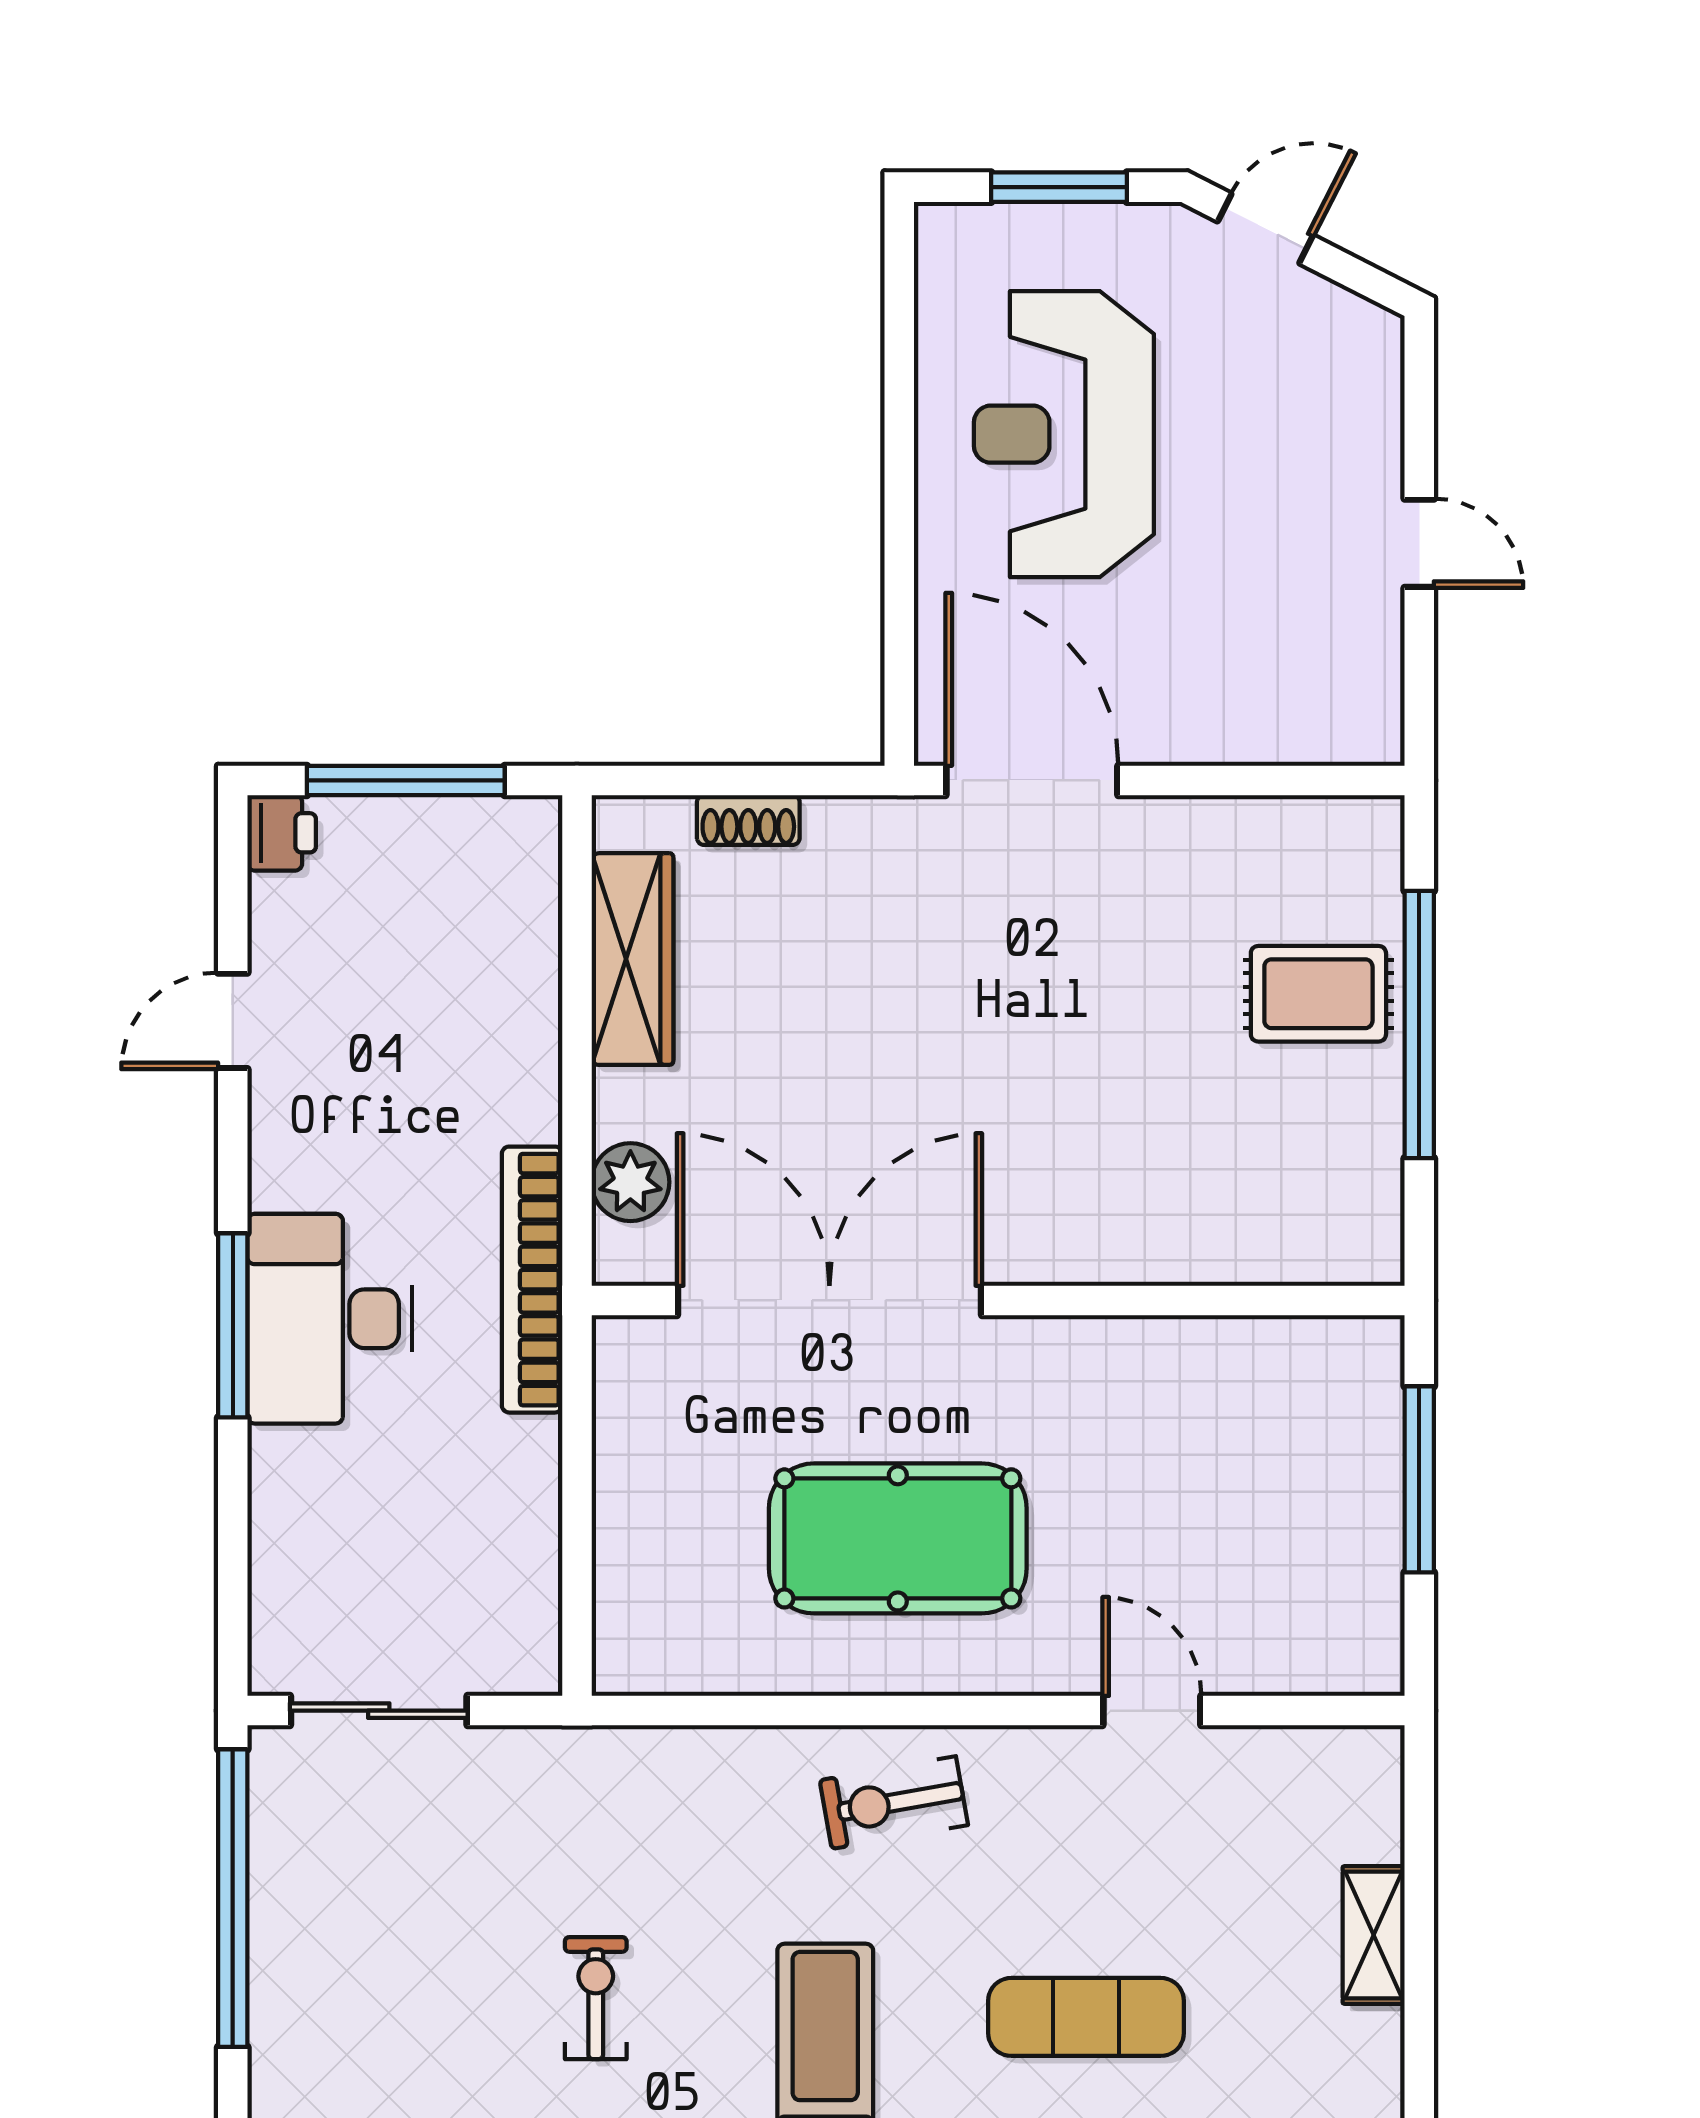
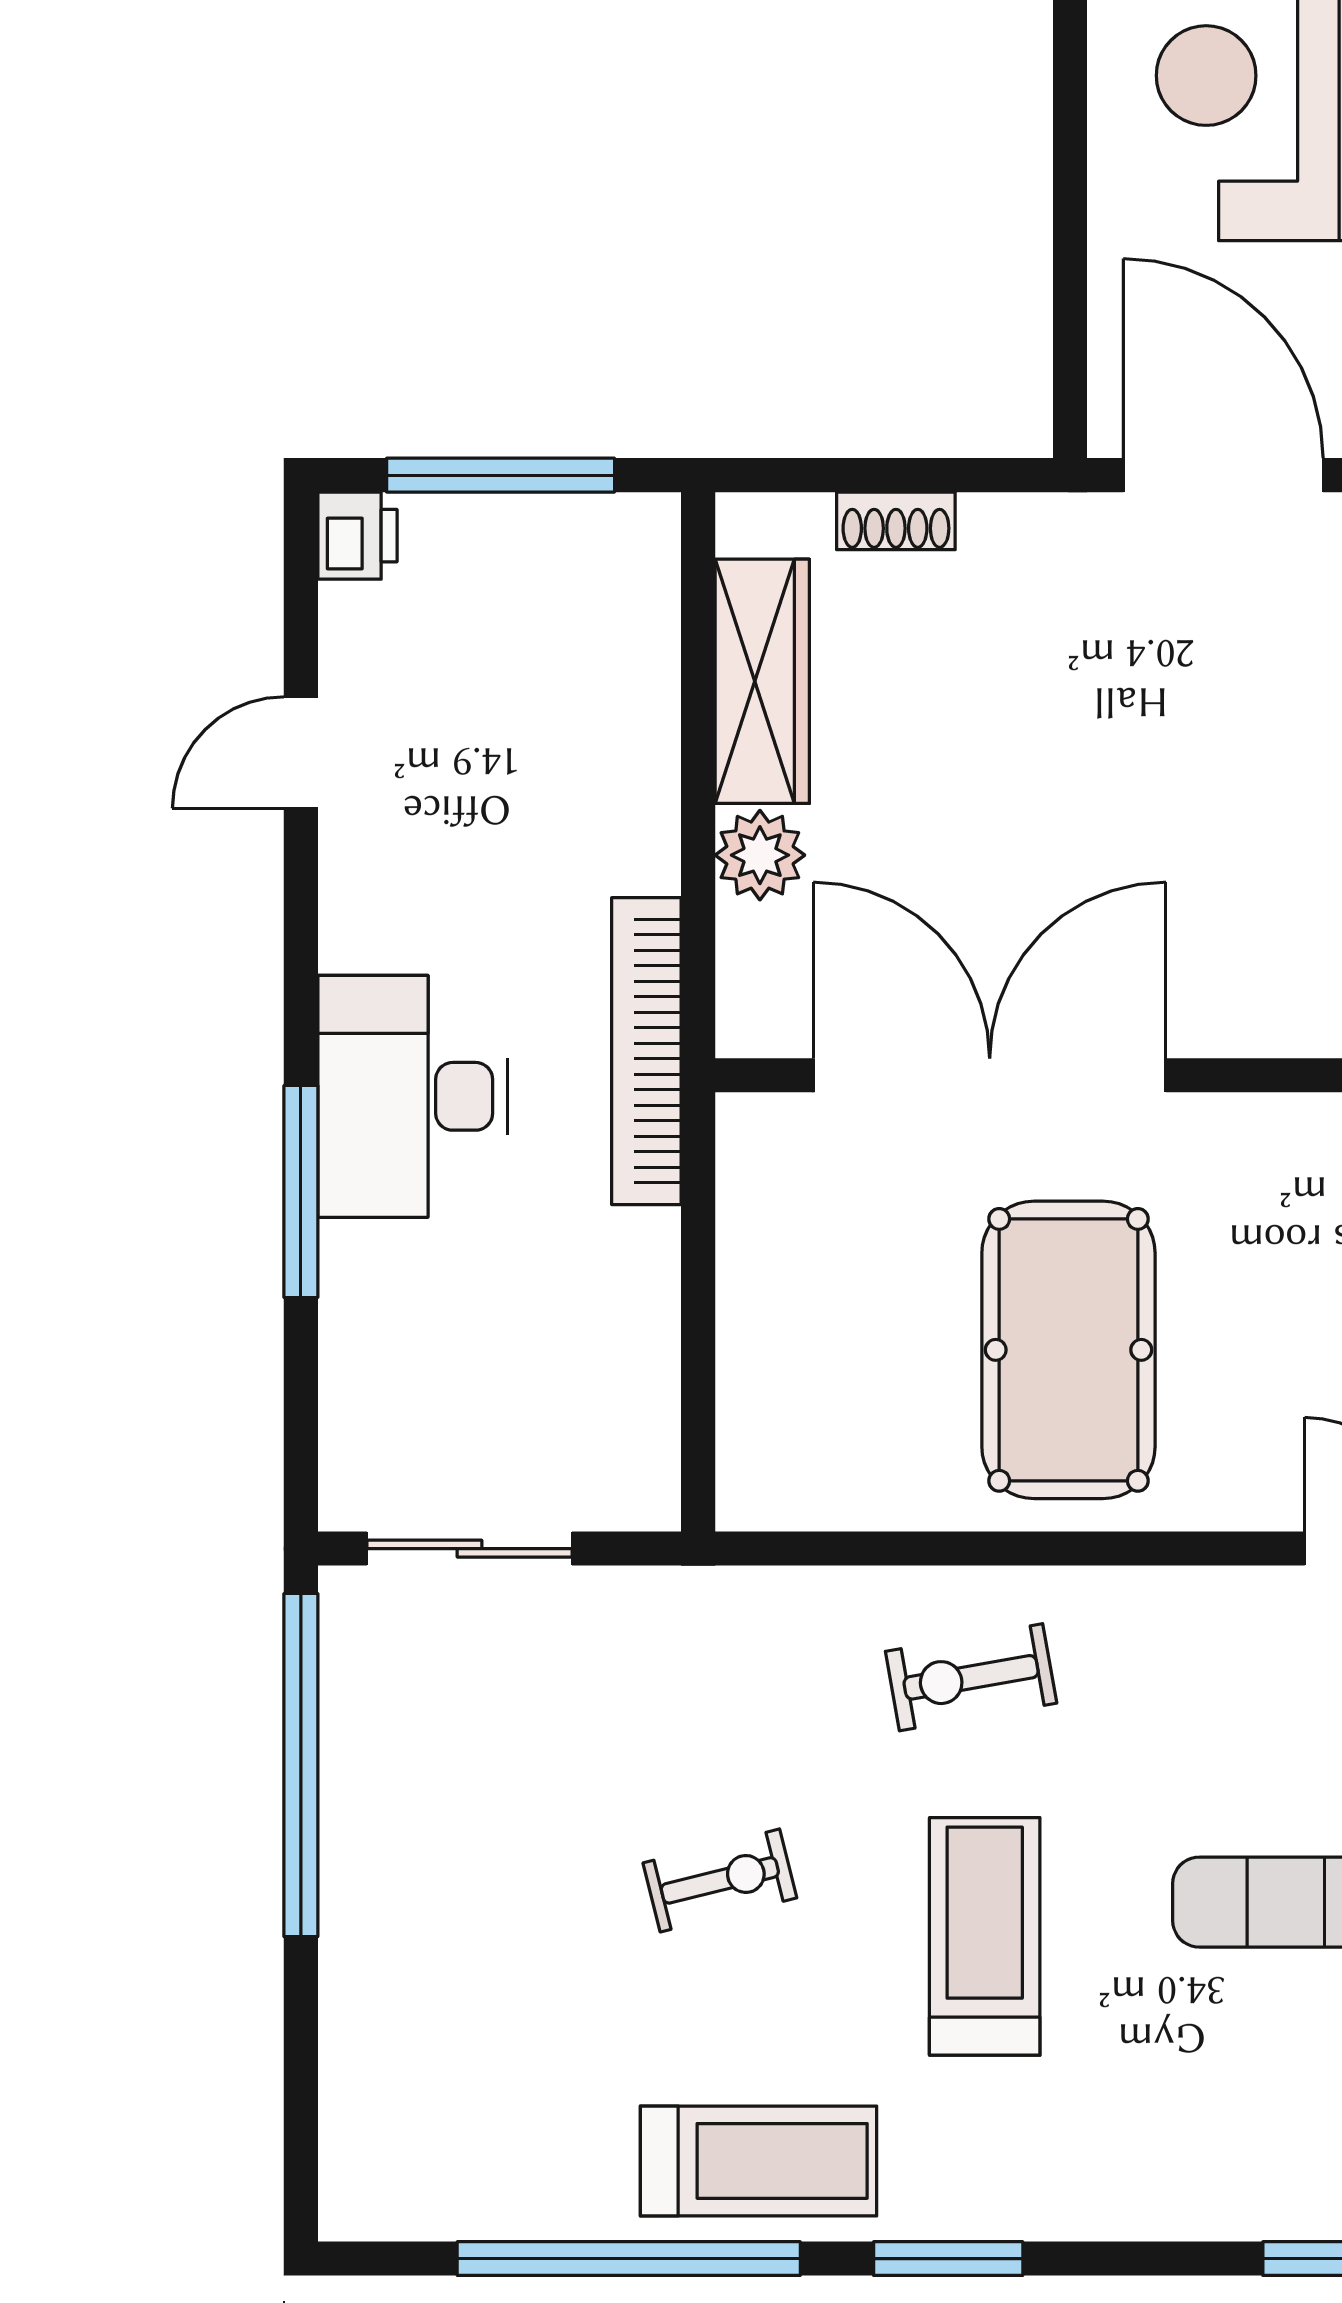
plant: (630, 1182) -> (760, 855), moved
window: (233, 1325) -> (301, 1191), moved
pool table: (898, 1538) -> (1068, 1350), turned 90
exercise bike: (894, 1803) -> (971, 1677), moved
exercise bike: (596, 1998) -> (720, 1880), turned 76

